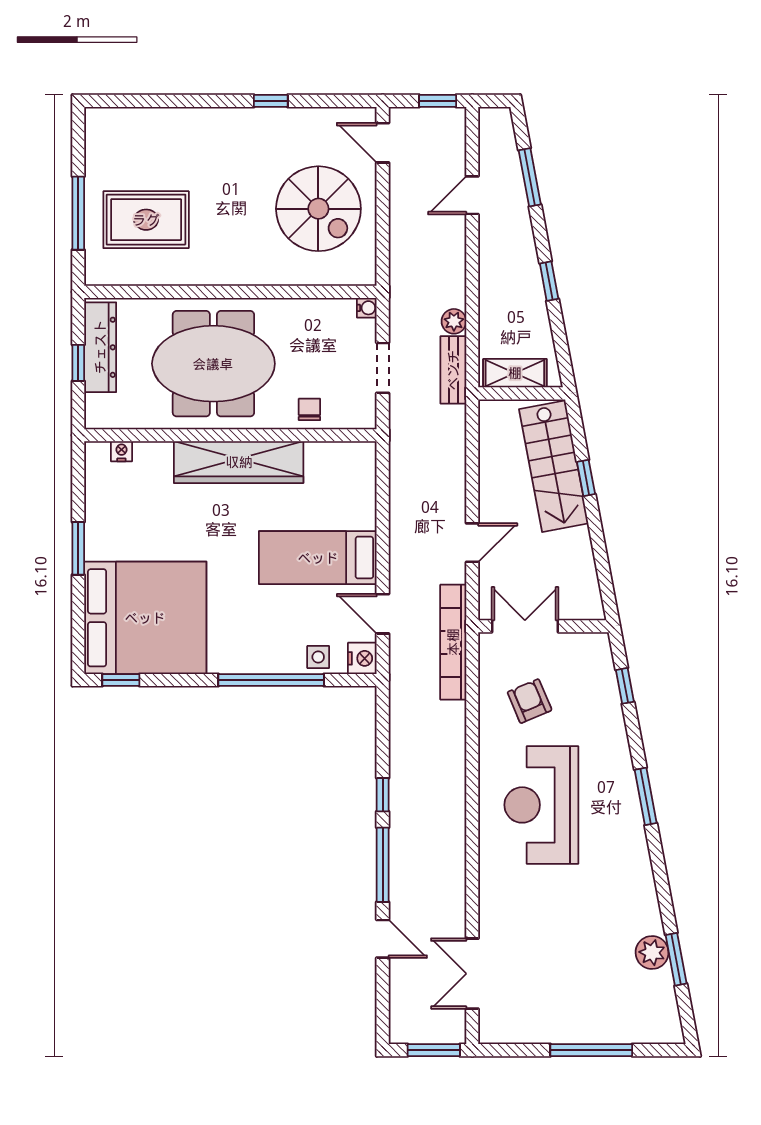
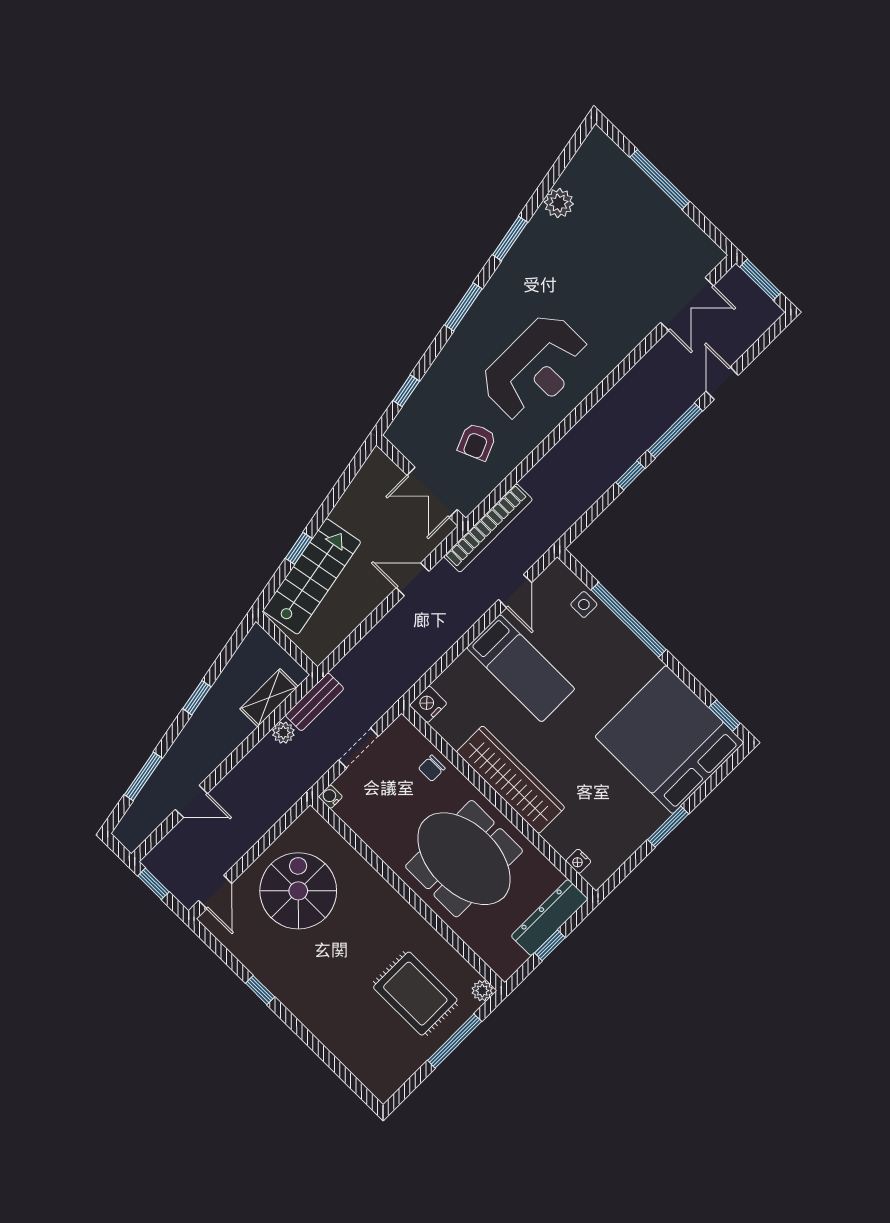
plant: (96, 274) -> (482, 991), added
dresser: (100, 347) -> (550, 918), moved
shelving: (515, 373) -> (269, 698), moved, turned 90
nightstand: (362, 658) -> (428, 704), moved
window: (676, 959) -> (510, 238), moved

